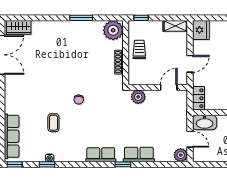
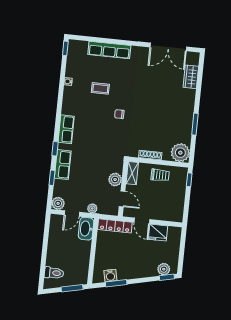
shelving: (175, 26) -> (132, 173), moved
wardrobe: (19, 27) -> (191, 77), moved
fridge: (201, 30) -> (158, 233), moved
plant: (138, 97) -> (115, 180), moved
locker: (198, 98) -> (115, 226), width x1.53
plant: (182, 118) -> (92, 208), added
row of seats: (12, 136) -> (109, 50), moved
window: (47, 164) -> (52, 178), moved

